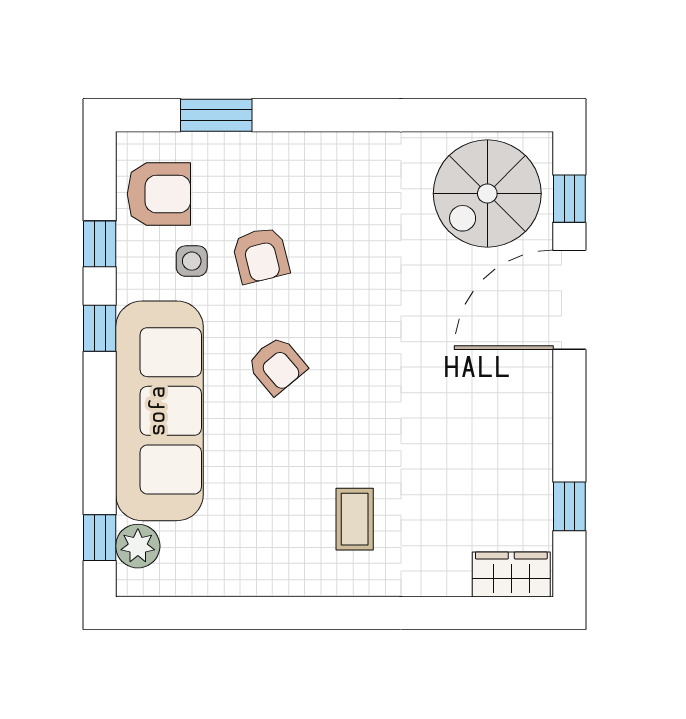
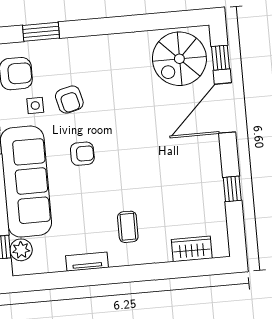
armchair: (277, 365) -> (82, 154), turned -50
window: (569, 506) -> (232, 189), moved
wardrobe: (511, 574) -> (192, 249), moved
tv unit: (267, 581) -> (87, 262), added

